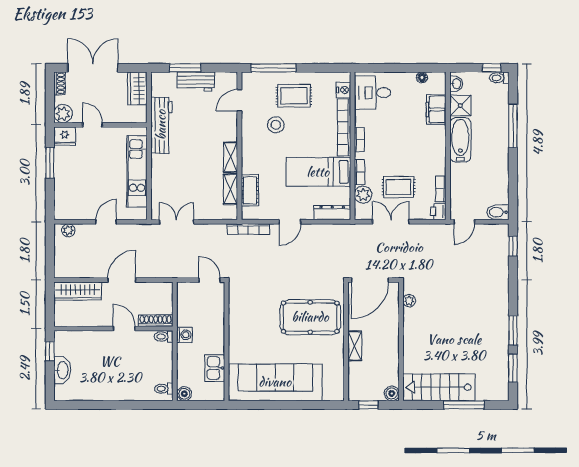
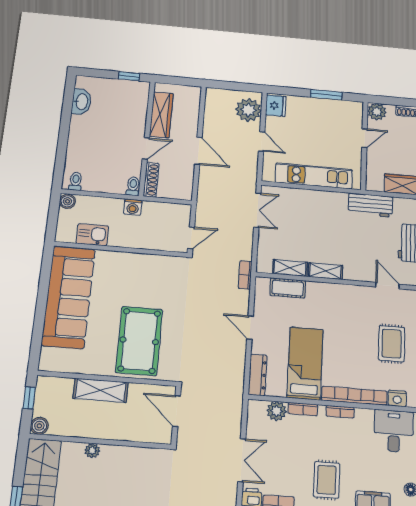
workbench: (161, 125) -> (371, 205), width x0.73
stool: (276, 125) -> (360, 322), removed
fridge: (65, 136) -> (276, 106), moved, turned 180
rug: (399, 187) -> (327, 480), moved
double door: (391, 222) -> (242, 460), moved
bookcase: (248, 229) -> (245, 275), width x0.64
plant: (68, 230) -> (248, 110), width x1.87, depth x1.87
door: (370, 280) -> (176, 411), width x0.73
wardrobe: (78, 291) -> (161, 115), moved, turned 180
plant: (409, 301) -> (92, 450), moved
shelving: (355, 346) -> (101, 390), width x1.50, depth x1.33
washbasin: (62, 370) -> (81, 102), moved, turned -90

